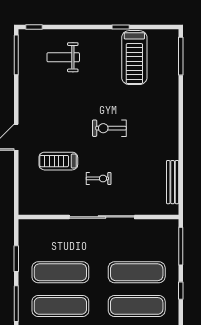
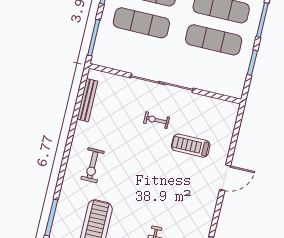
exercise bike: (109, 128) -> (93, 165), moved, turned 90
treadmill: (58, 161) -> (191, 146), turned 180

